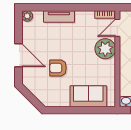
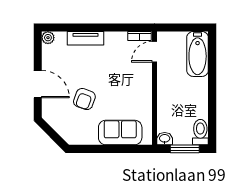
plant: (105, 49) -> (140, 76), removed
armchair: (58, 68) -> (84, 99), turned -70

